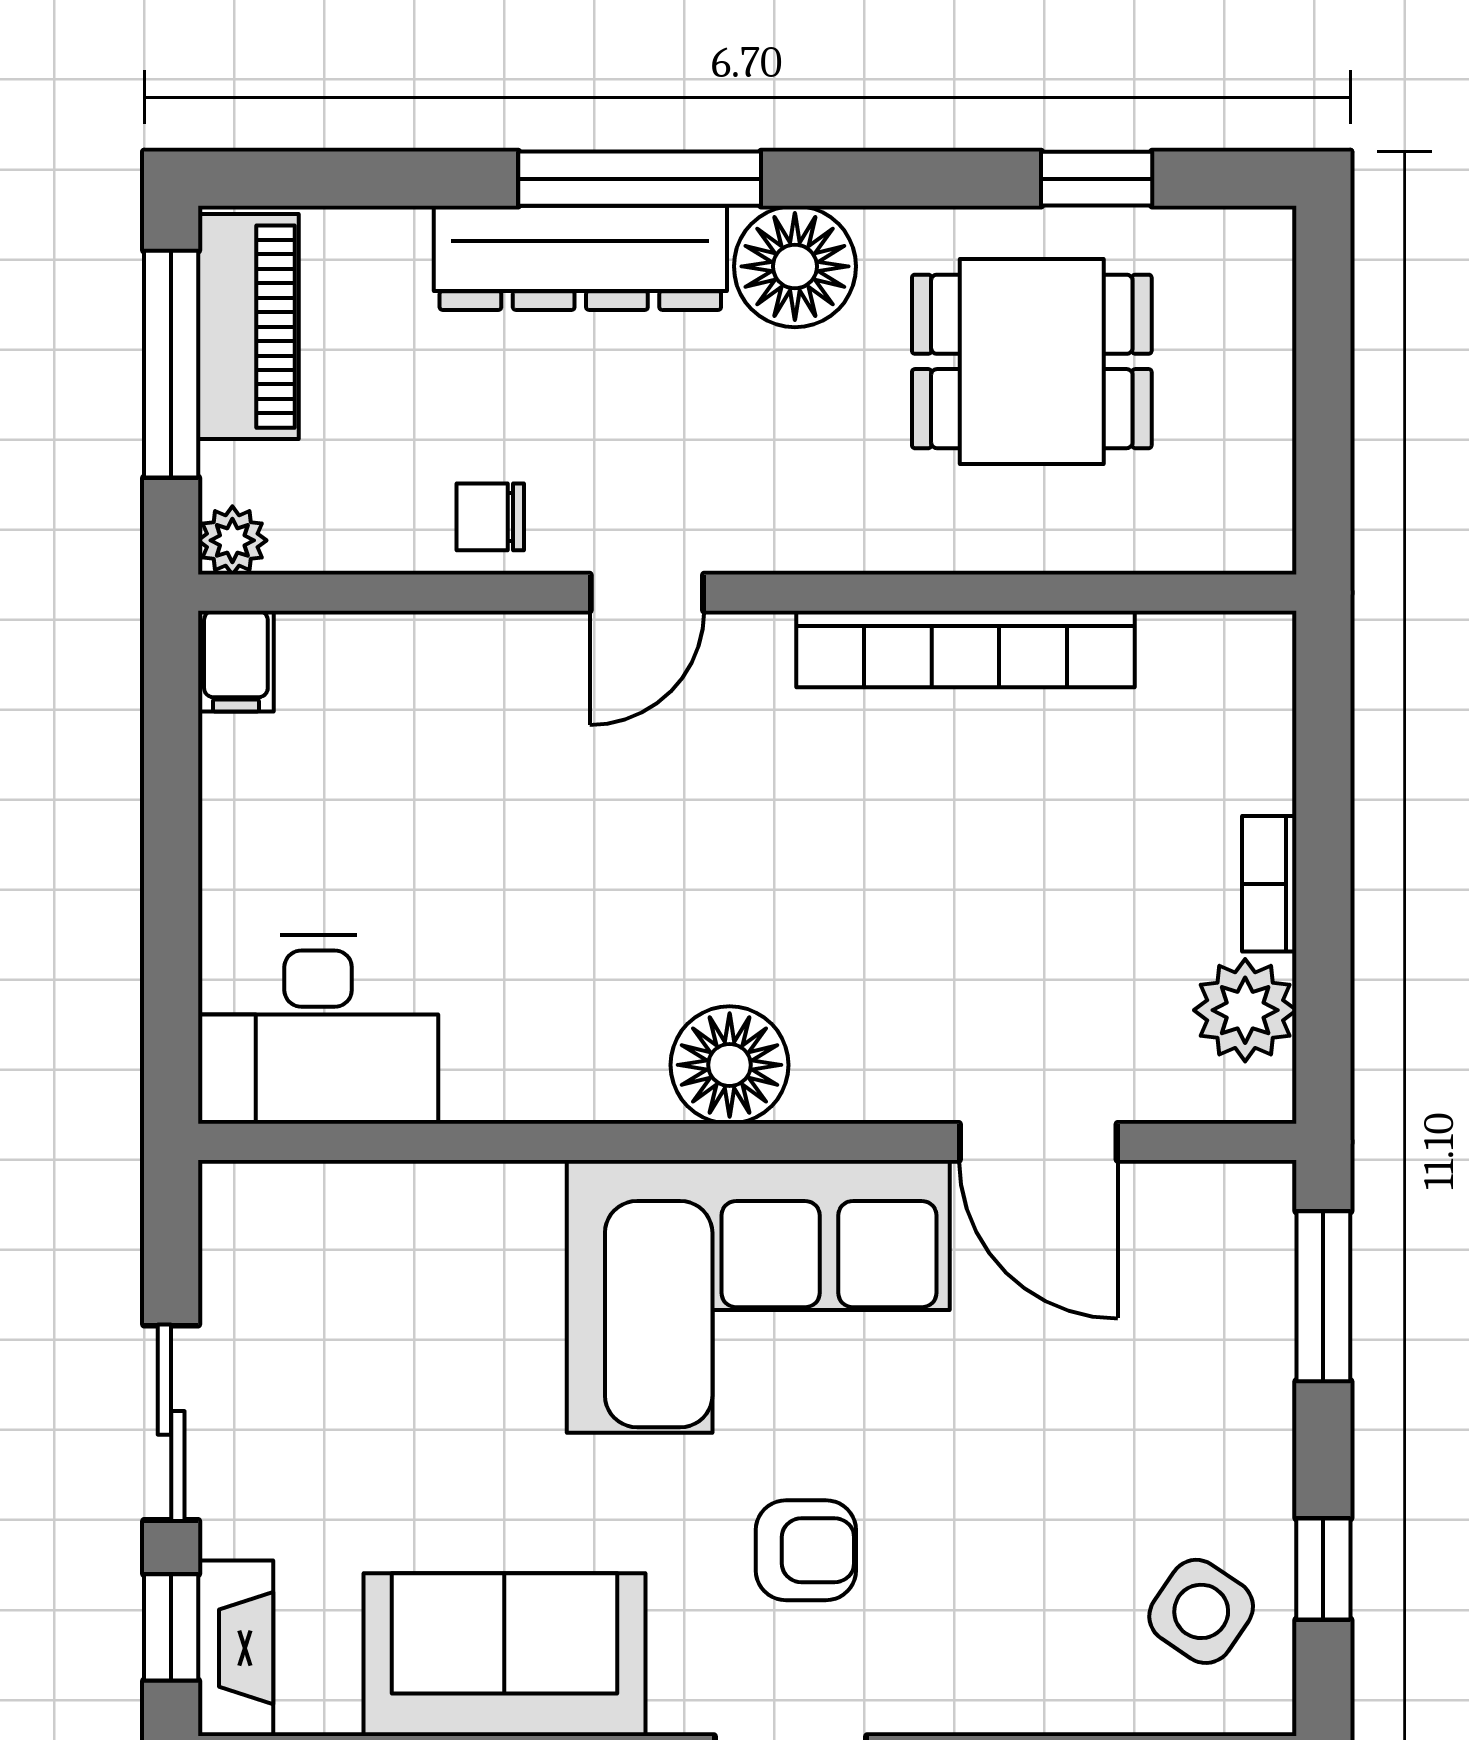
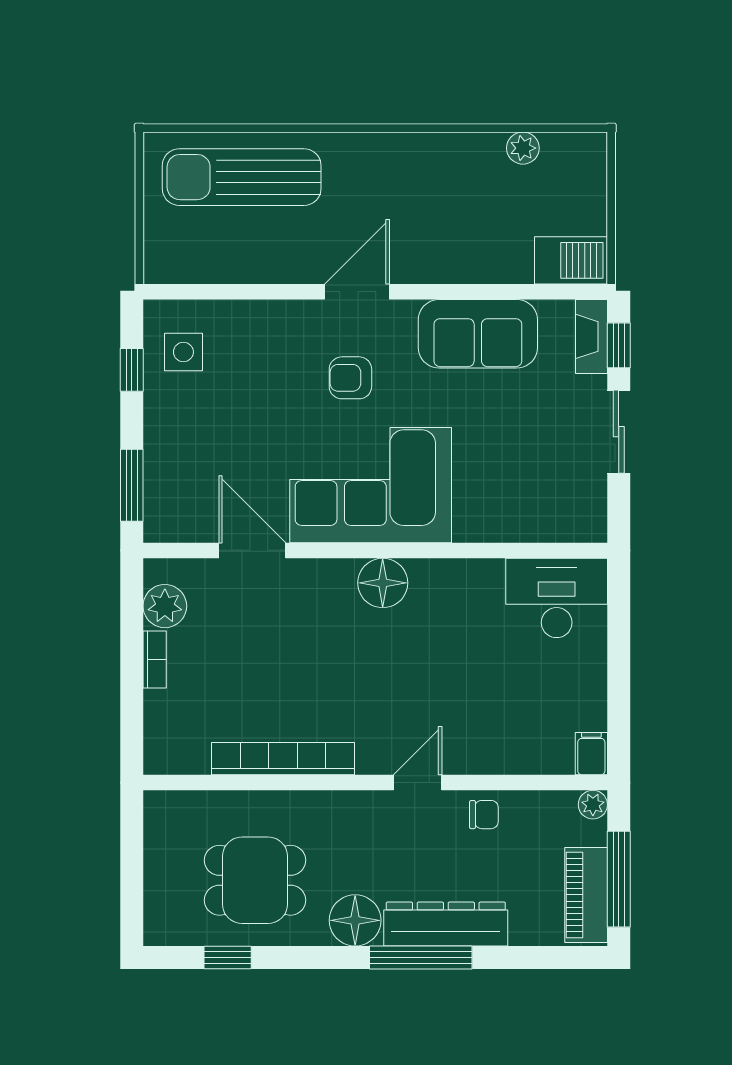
side table: (1201, 1611) -> (183, 352), turned -34

